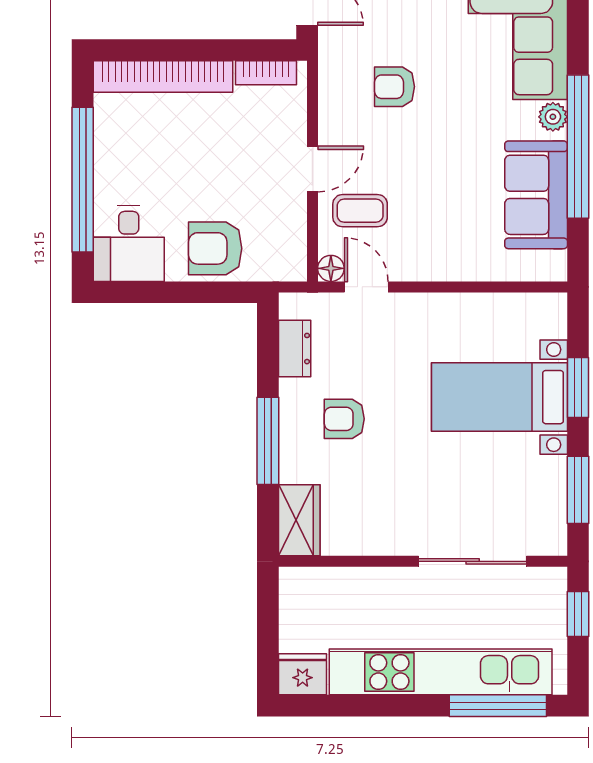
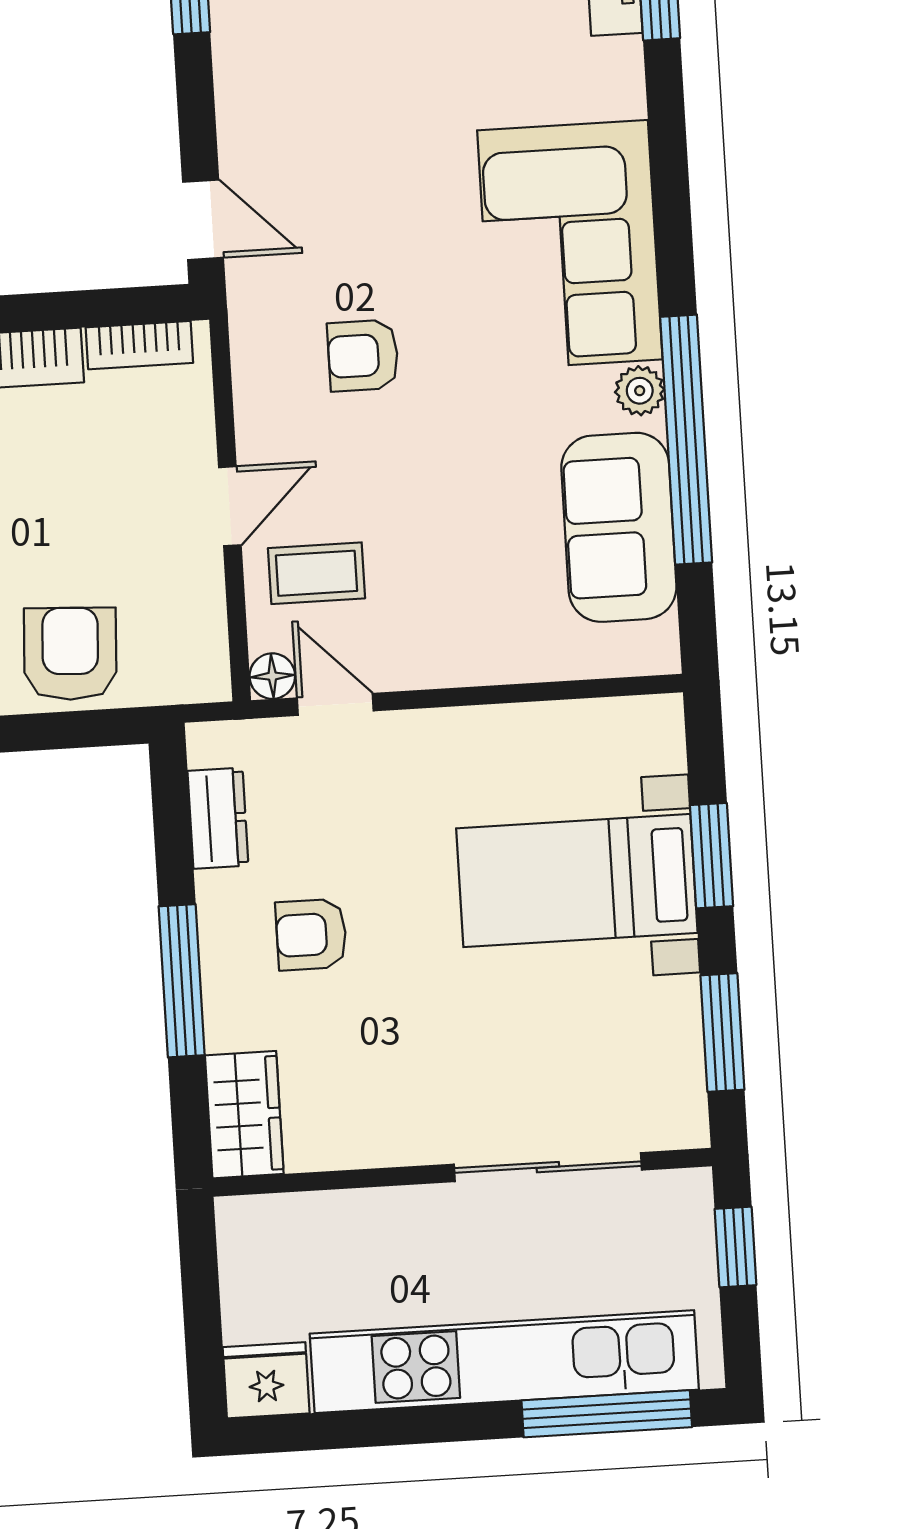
armchair: (215, 248) -> (70, 654), turned 93

